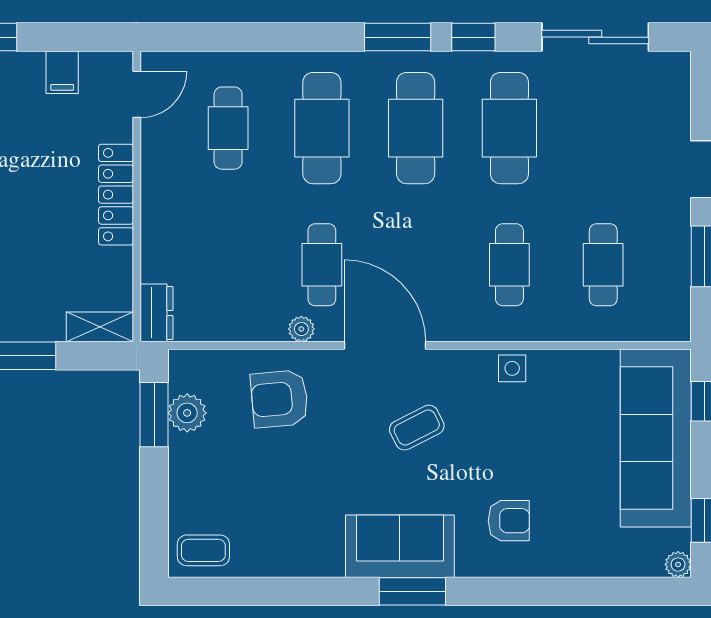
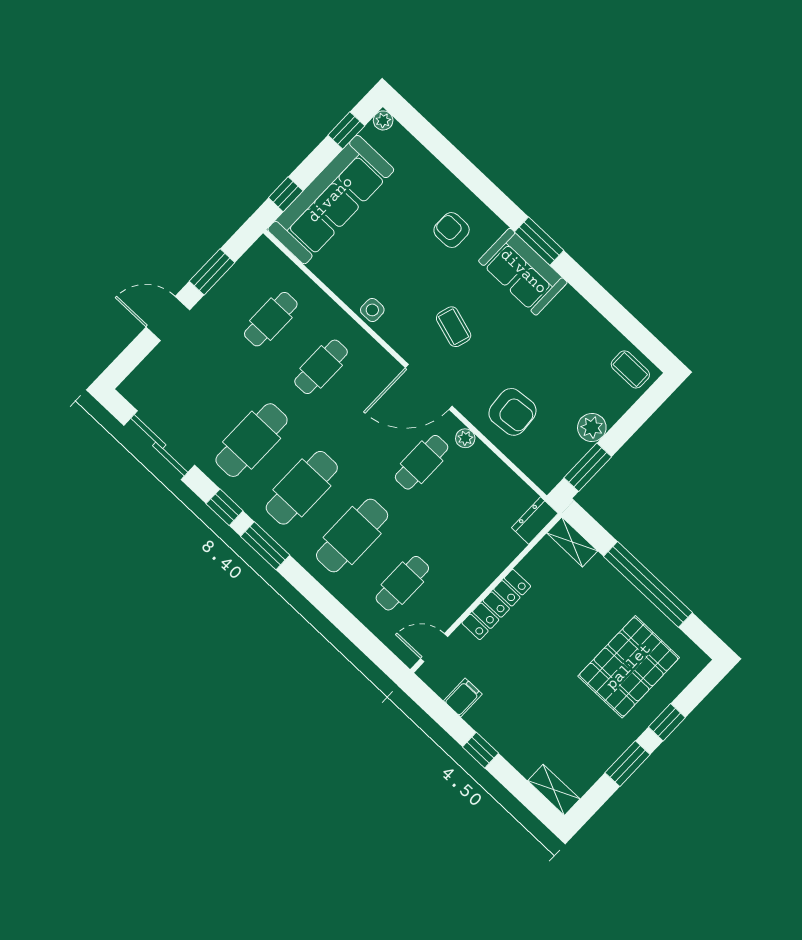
door: (385, 345) -> (429, 387), hinge flipped
plant: (187, 413) -> (592, 427), moved
coffee table: (417, 428) -> (454, 327), turned 44

